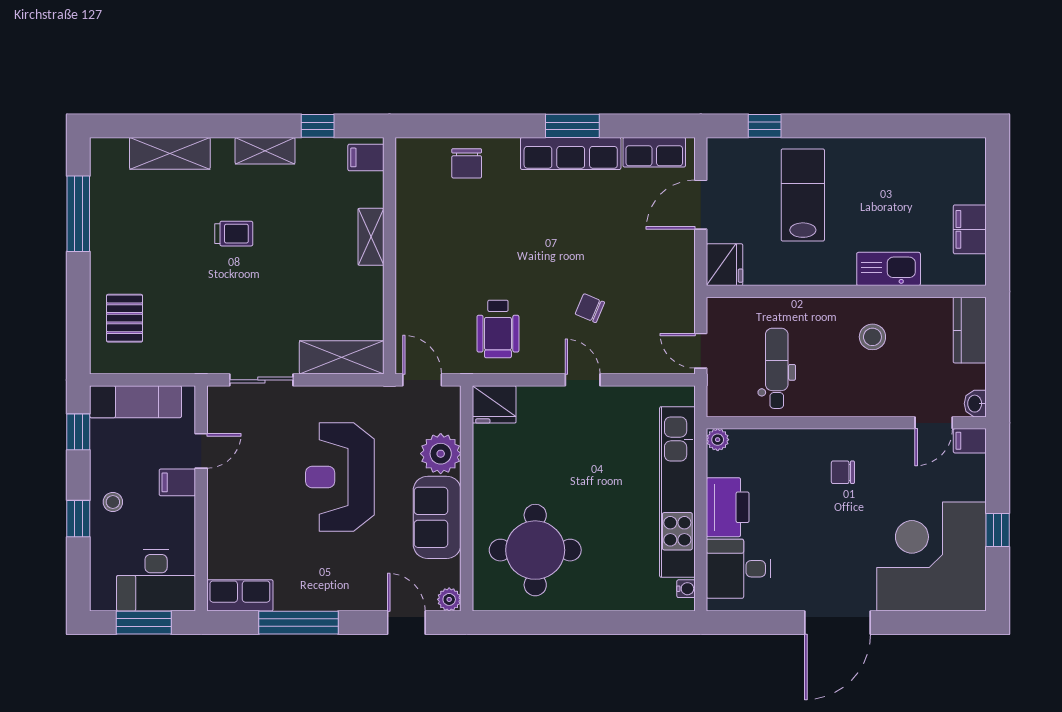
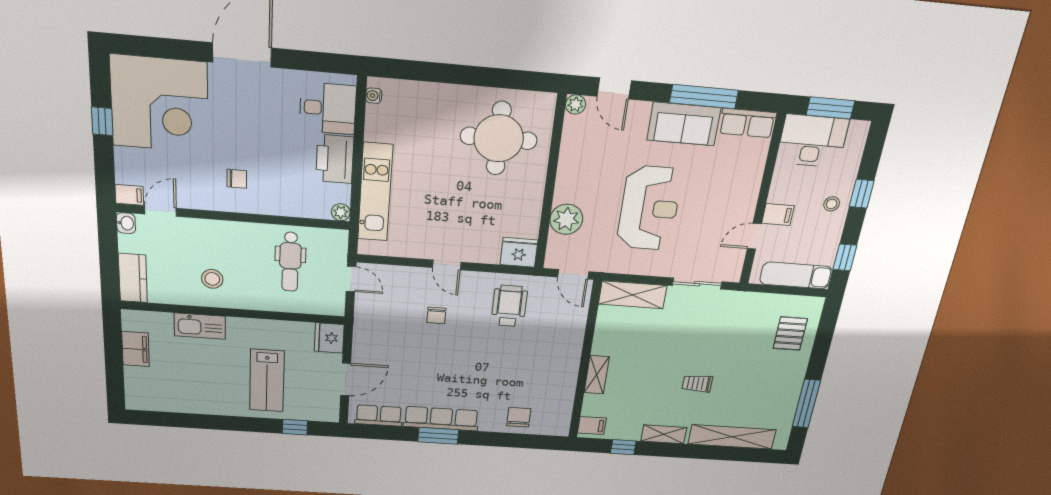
shelving: (170, 153) -> (732, 437), width x1.47
chair: (590, 308) -> (436, 315), turned 67
kitchen unit: (677, 492) -> (375, 192), width x0.73
sofa: (437, 517) -> (684, 124), moved, turned 90

